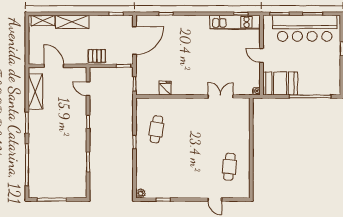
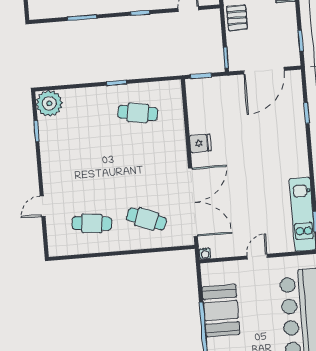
door: (135, 40) -> (264, 71), hinge flipped
booth: (280, 83) -> (221, 311), moved
fridge: (165, 88) -> (200, 143), moved
double door: (221, 96) -> (193, 202), width x1.87
cafe table: (229, 129) -> (146, 219), added
plant: (141, 193) -> (49, 103), width x1.88, depth x1.88

